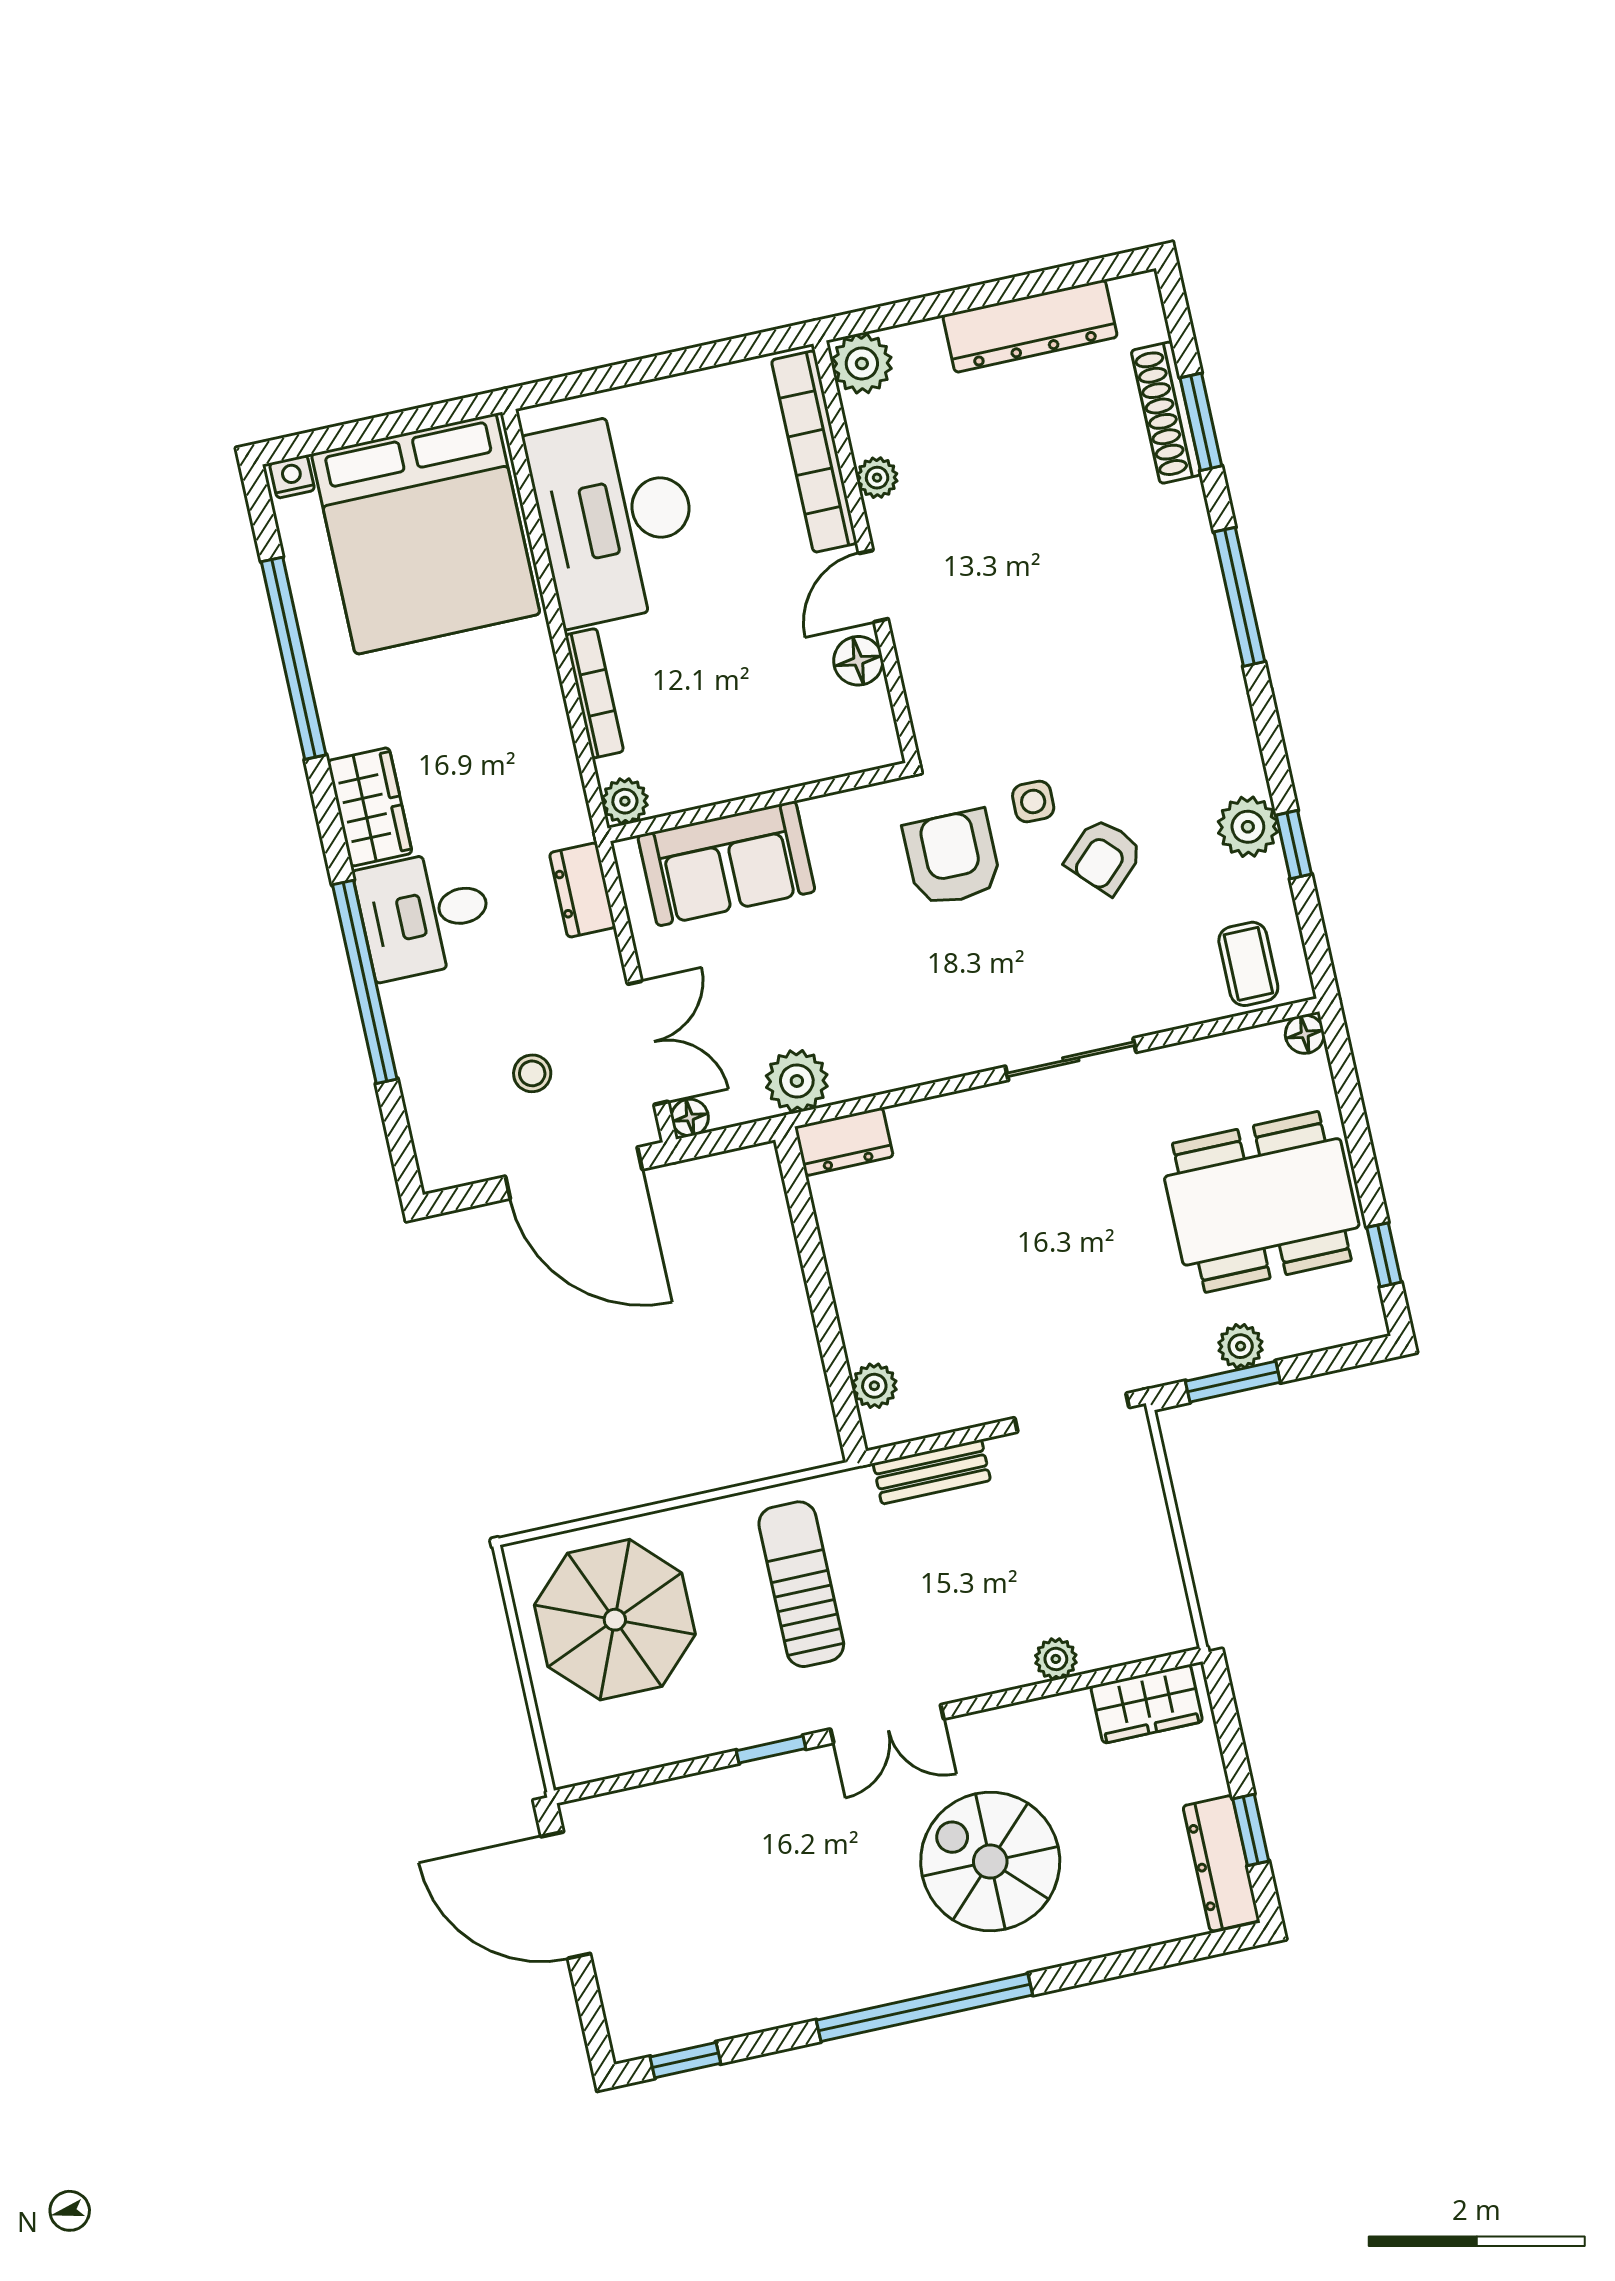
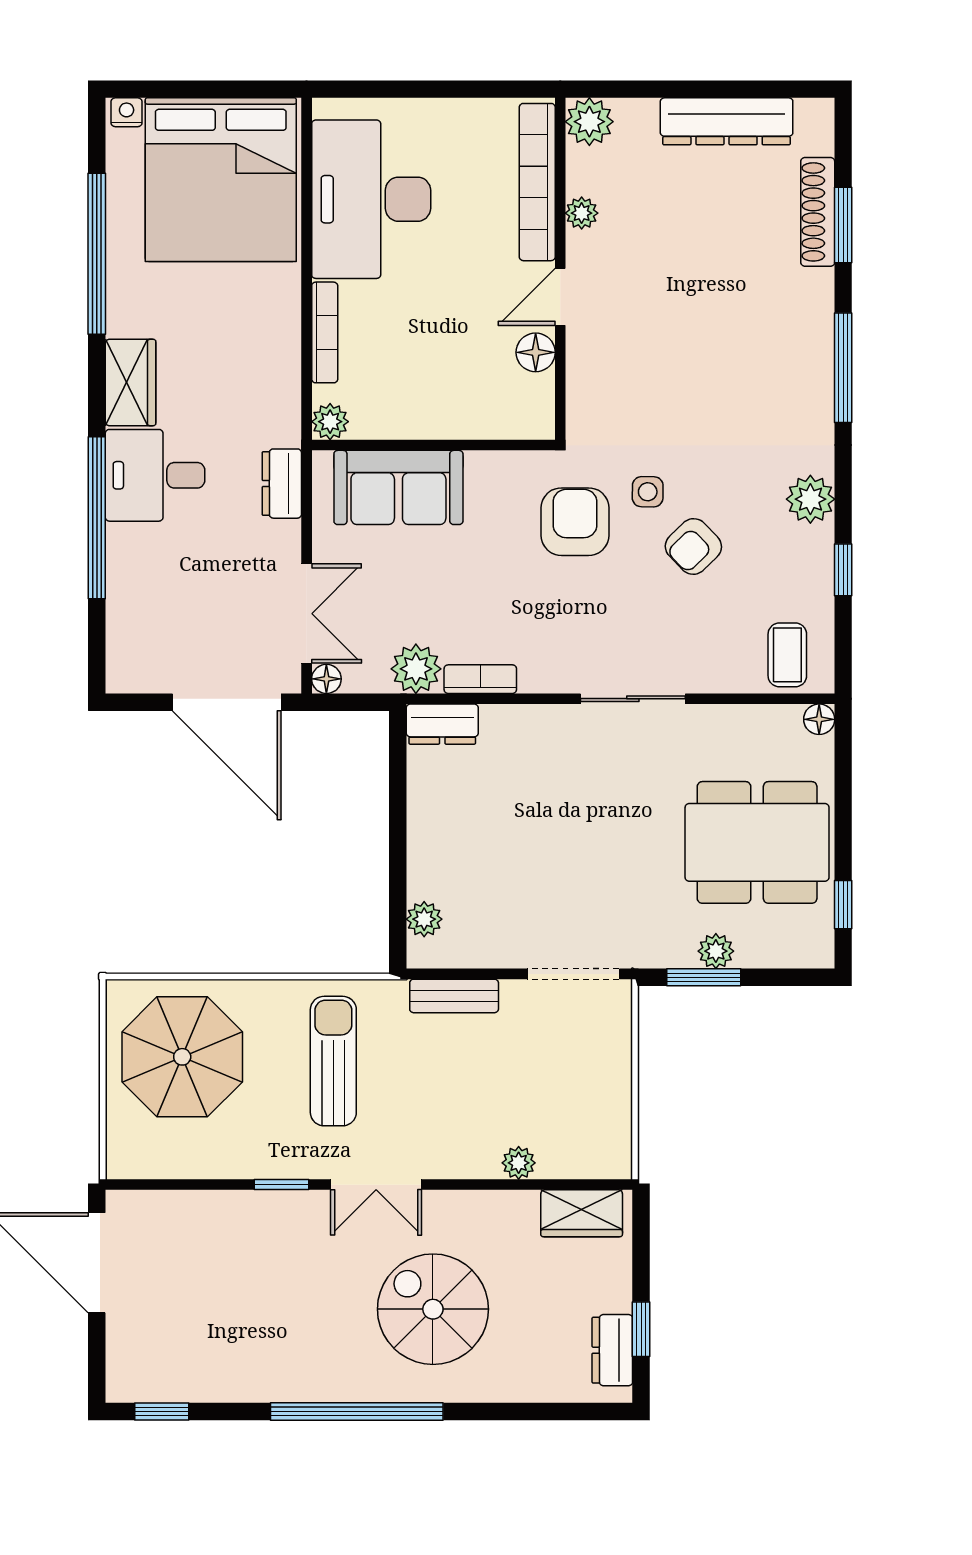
plant: (1248, 827) -> (810, 499), moved
stool: (532, 1073) -> (211, 618), removed
bookcase: (879, 1076) -> (480, 679), added
dresser: (1221, 1863) -> (612, 1350), width x0.70

